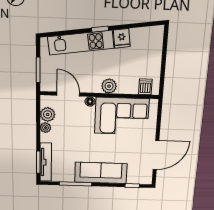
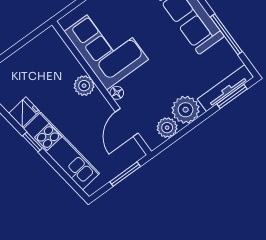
dishwasher: (145, 87) -> (55, 46), removed
plant: (45, 128) -> (186, 110), width x1.87, depth x1.87

